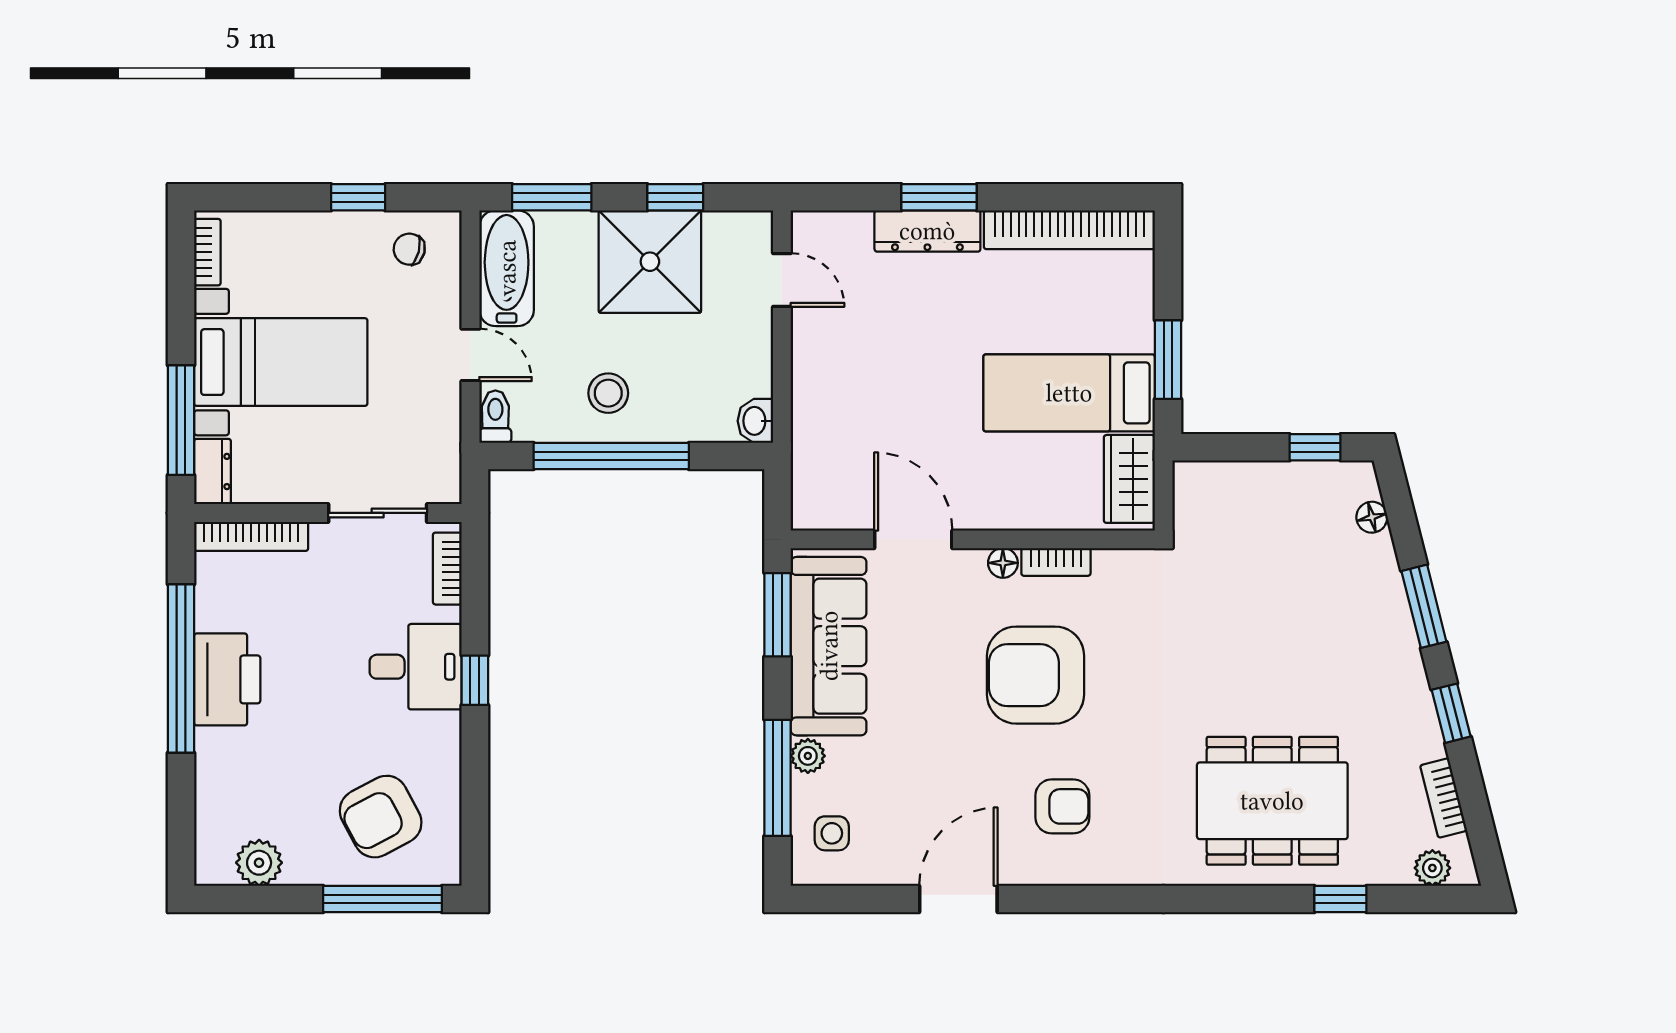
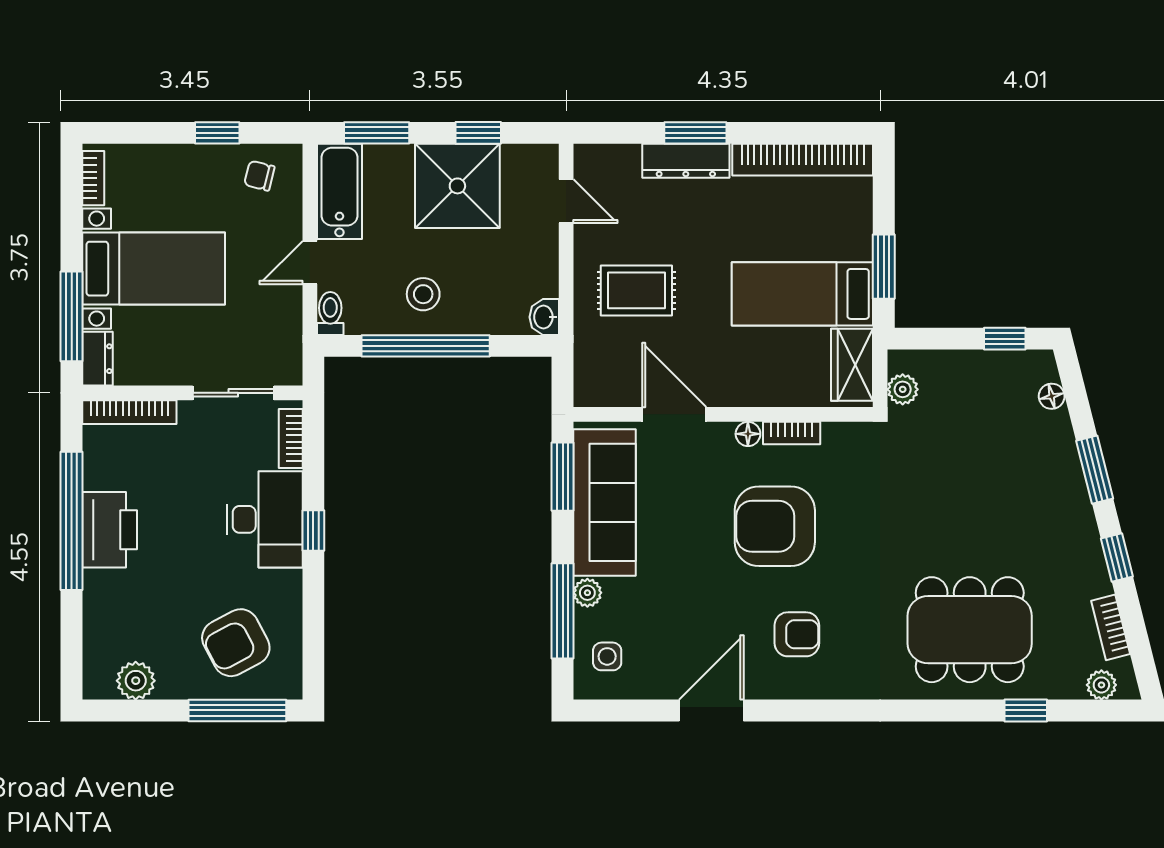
door: (470, 355) -> (310, 263), swing flipped
rug: (867, 389) -> (636, 290), added
plant: (1191, 509) -> (903, 389), added
desk: (416, 667) -> (265, 519), width x1.37

